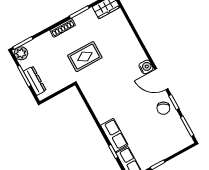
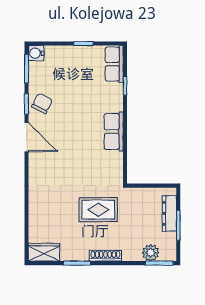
plant: (21, 53) -> (151, 253), moved
water cooler: (146, 67) -> (36, 53), moved
row of seats: (114, 135) -> (114, 132), moved

